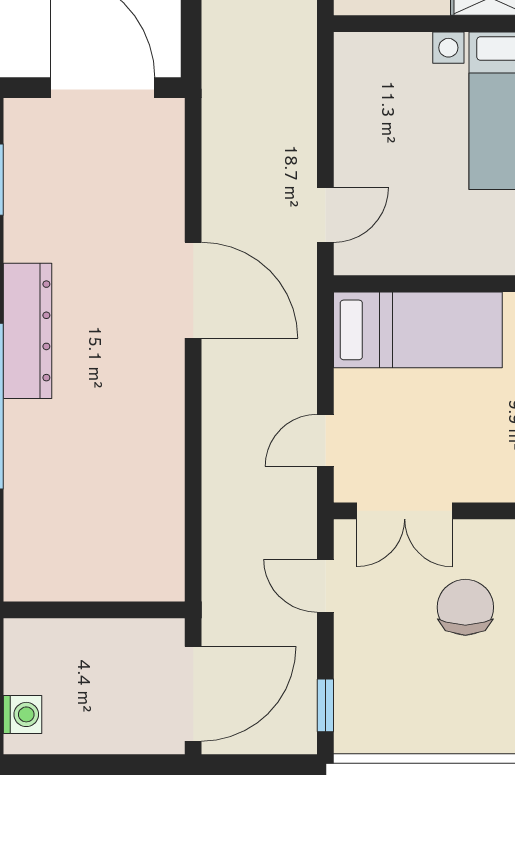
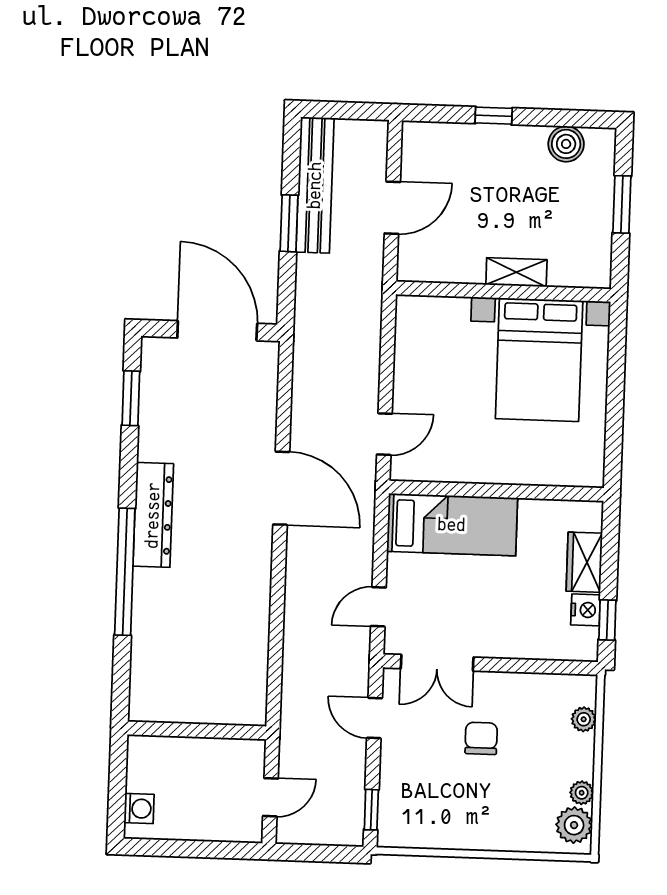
chair: (465, 607) -> (481, 738), width x0.73, depth x0.73
door: (193, 694) -> (270, 797), width x0.53

